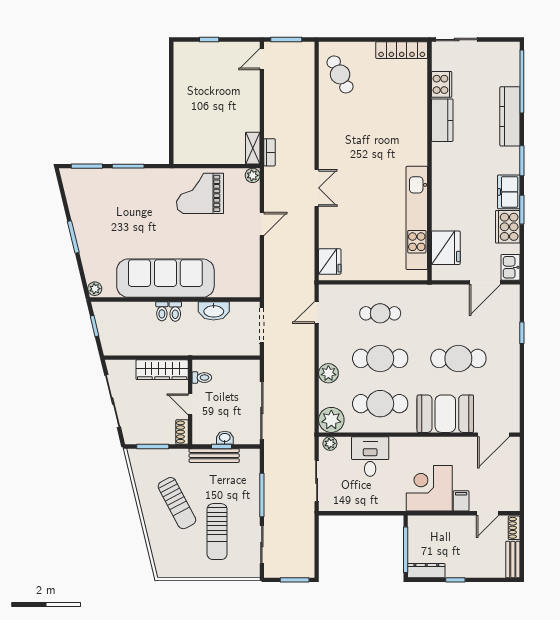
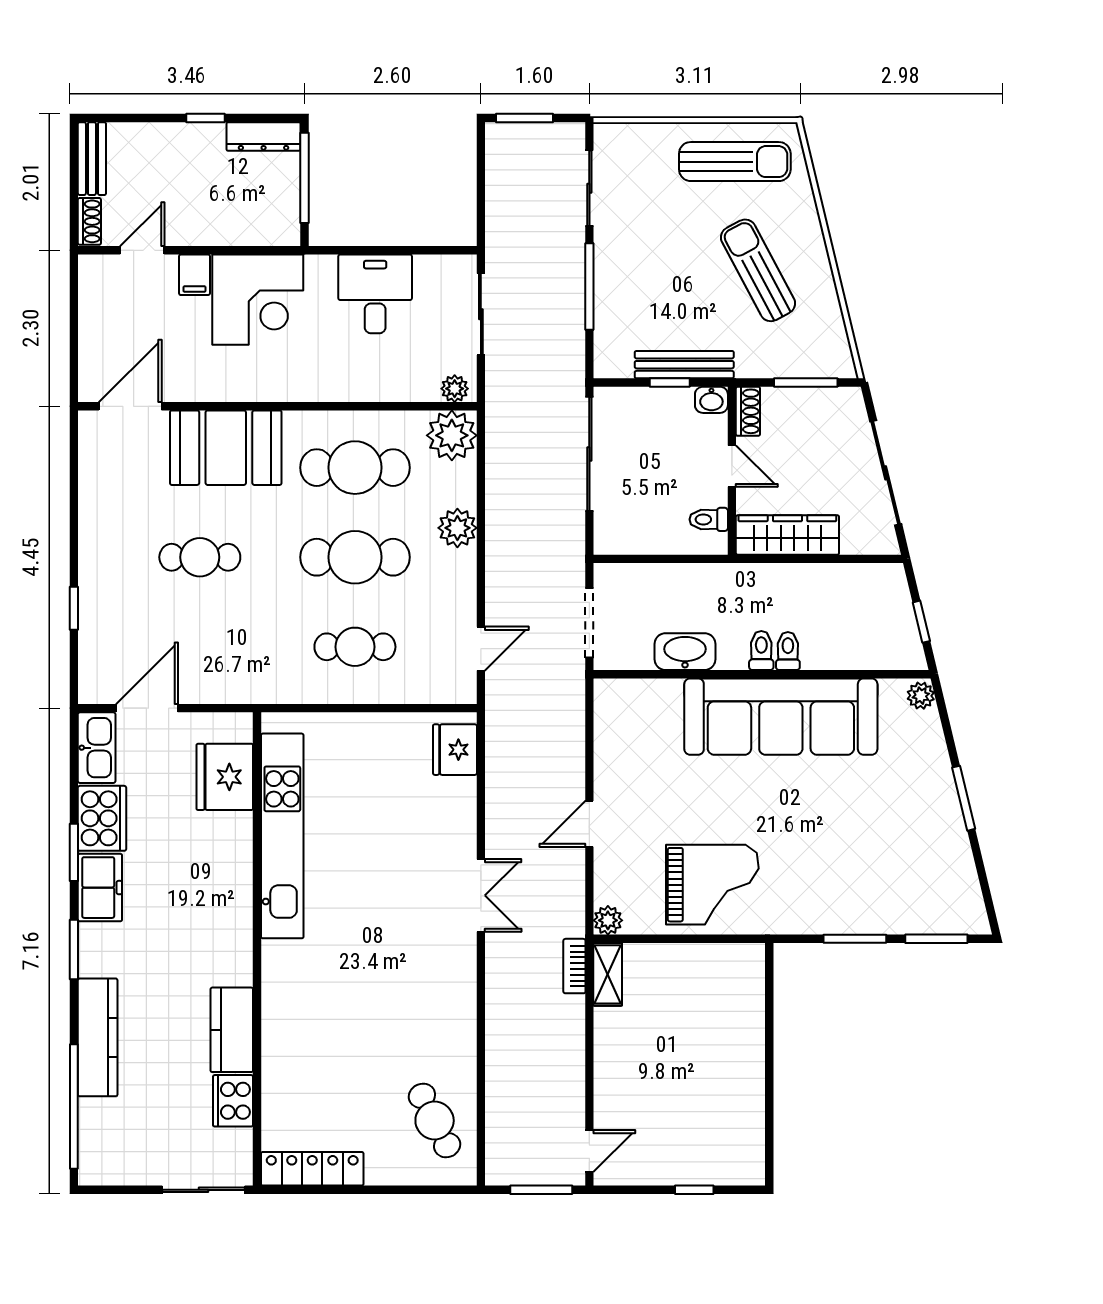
double door: (317, 188) -> (481, 895), swing flipped
kitchen sink: (510, 267) -> (97, 748), width x1.38
cafe table: (458, 358) -> (200, 557), width x0.73, depth x0.74
washbasin: (225, 438) -> (711, 400), moved
desk: (370, 457) -> (375, 294), moved, turned 180
sun lounger: (217, 532) -> (735, 162), moved, turned 90

